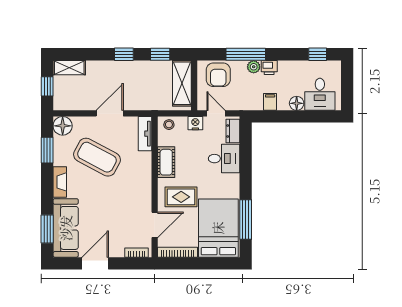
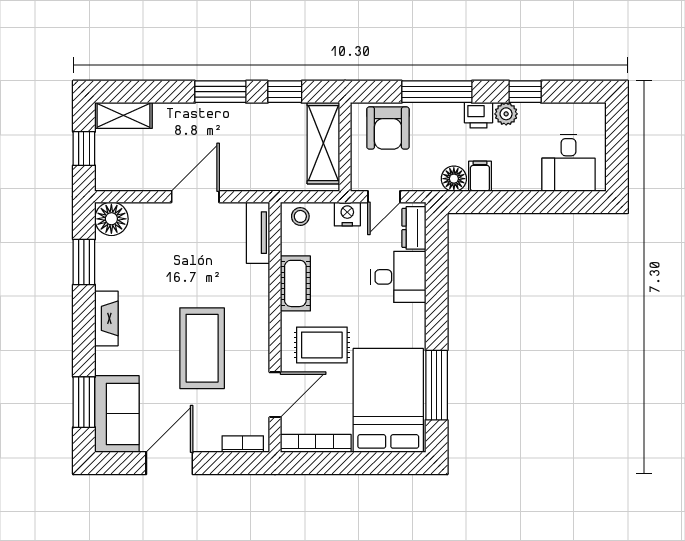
window: (124, 54) -> (220, 92), width x1.50
window: (318, 54) -> (525, 92), moved
plant: (254, 67) -> (506, 114), moved
floor lamp: (297, 103) -> (454, 179), moved
door: (216, 113) -> (384, 197), swing flipped
coffee table: (97, 157) -> (202, 348), moved, turned 62
sofa: (66, 228) -> (117, 414), width x0.73

